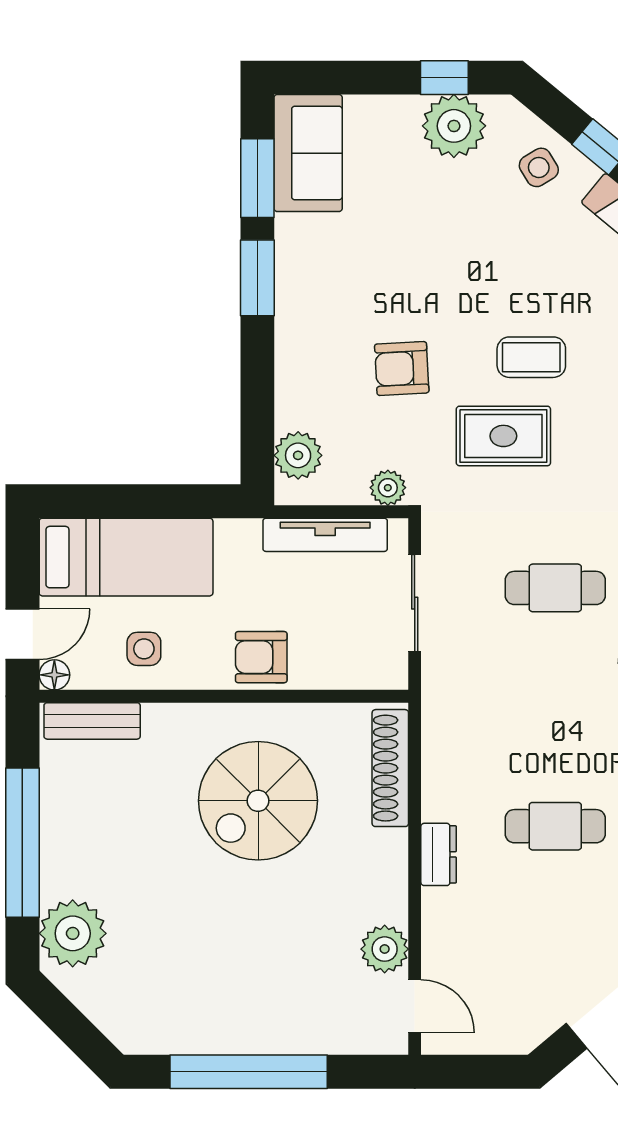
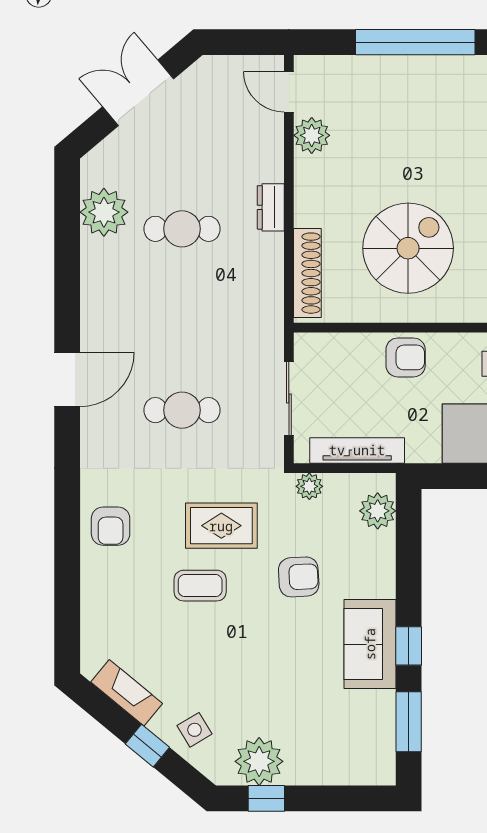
sofa: (308, 153) -> (370, 644), moved
window: (257, 278) -> (409, 646), width x0.67

